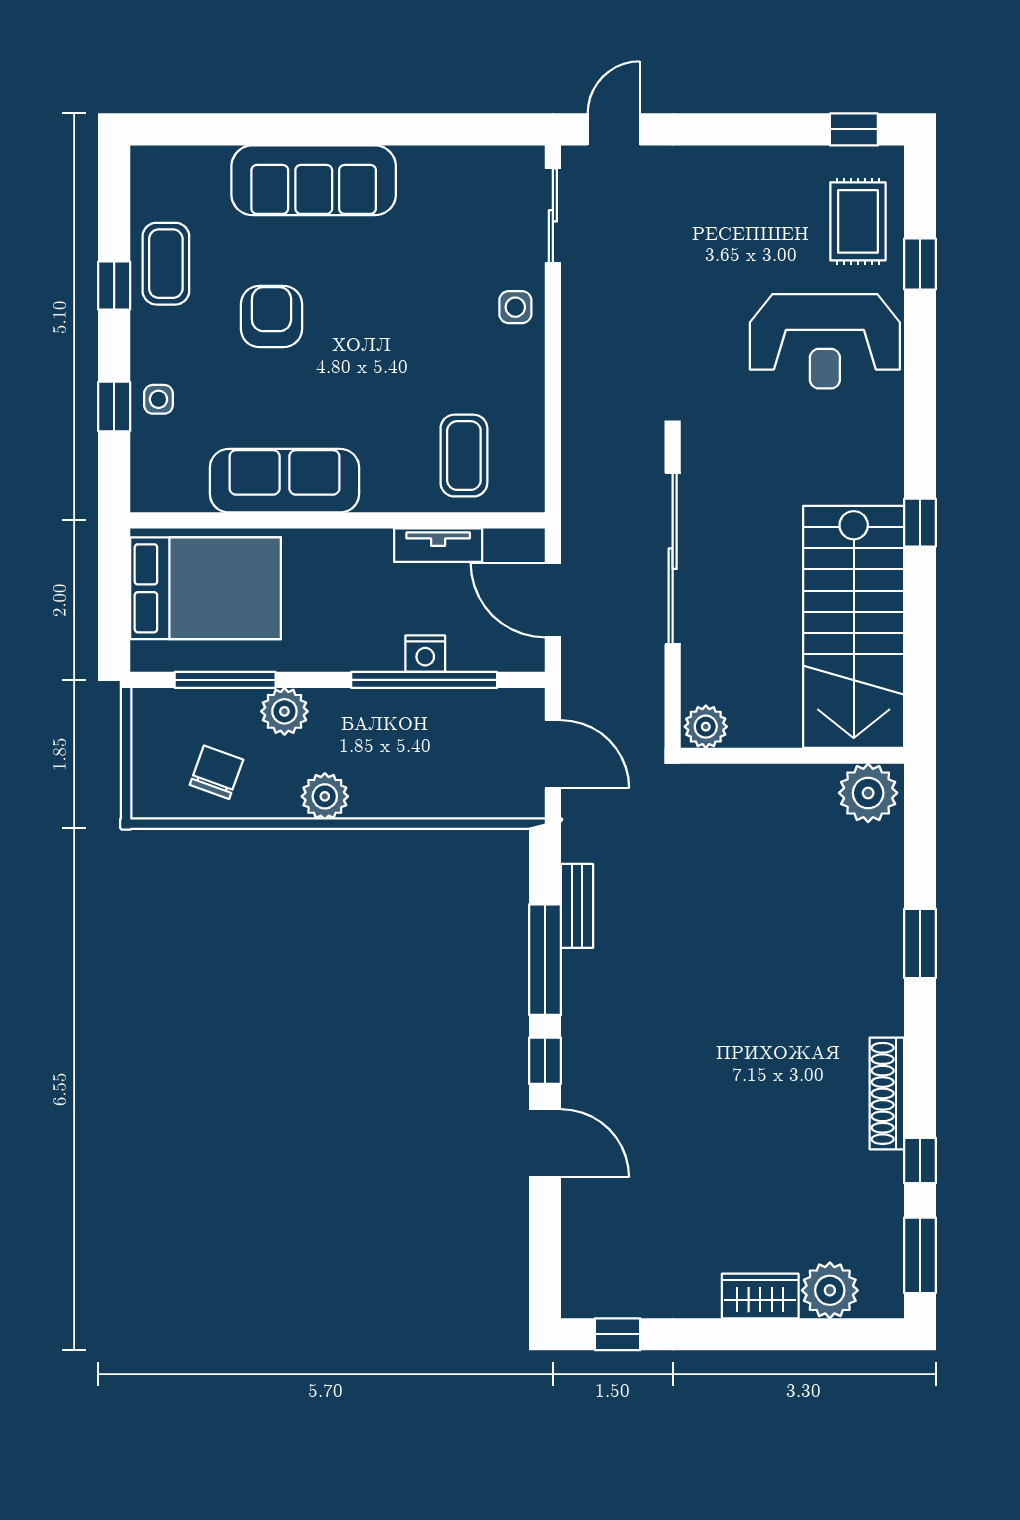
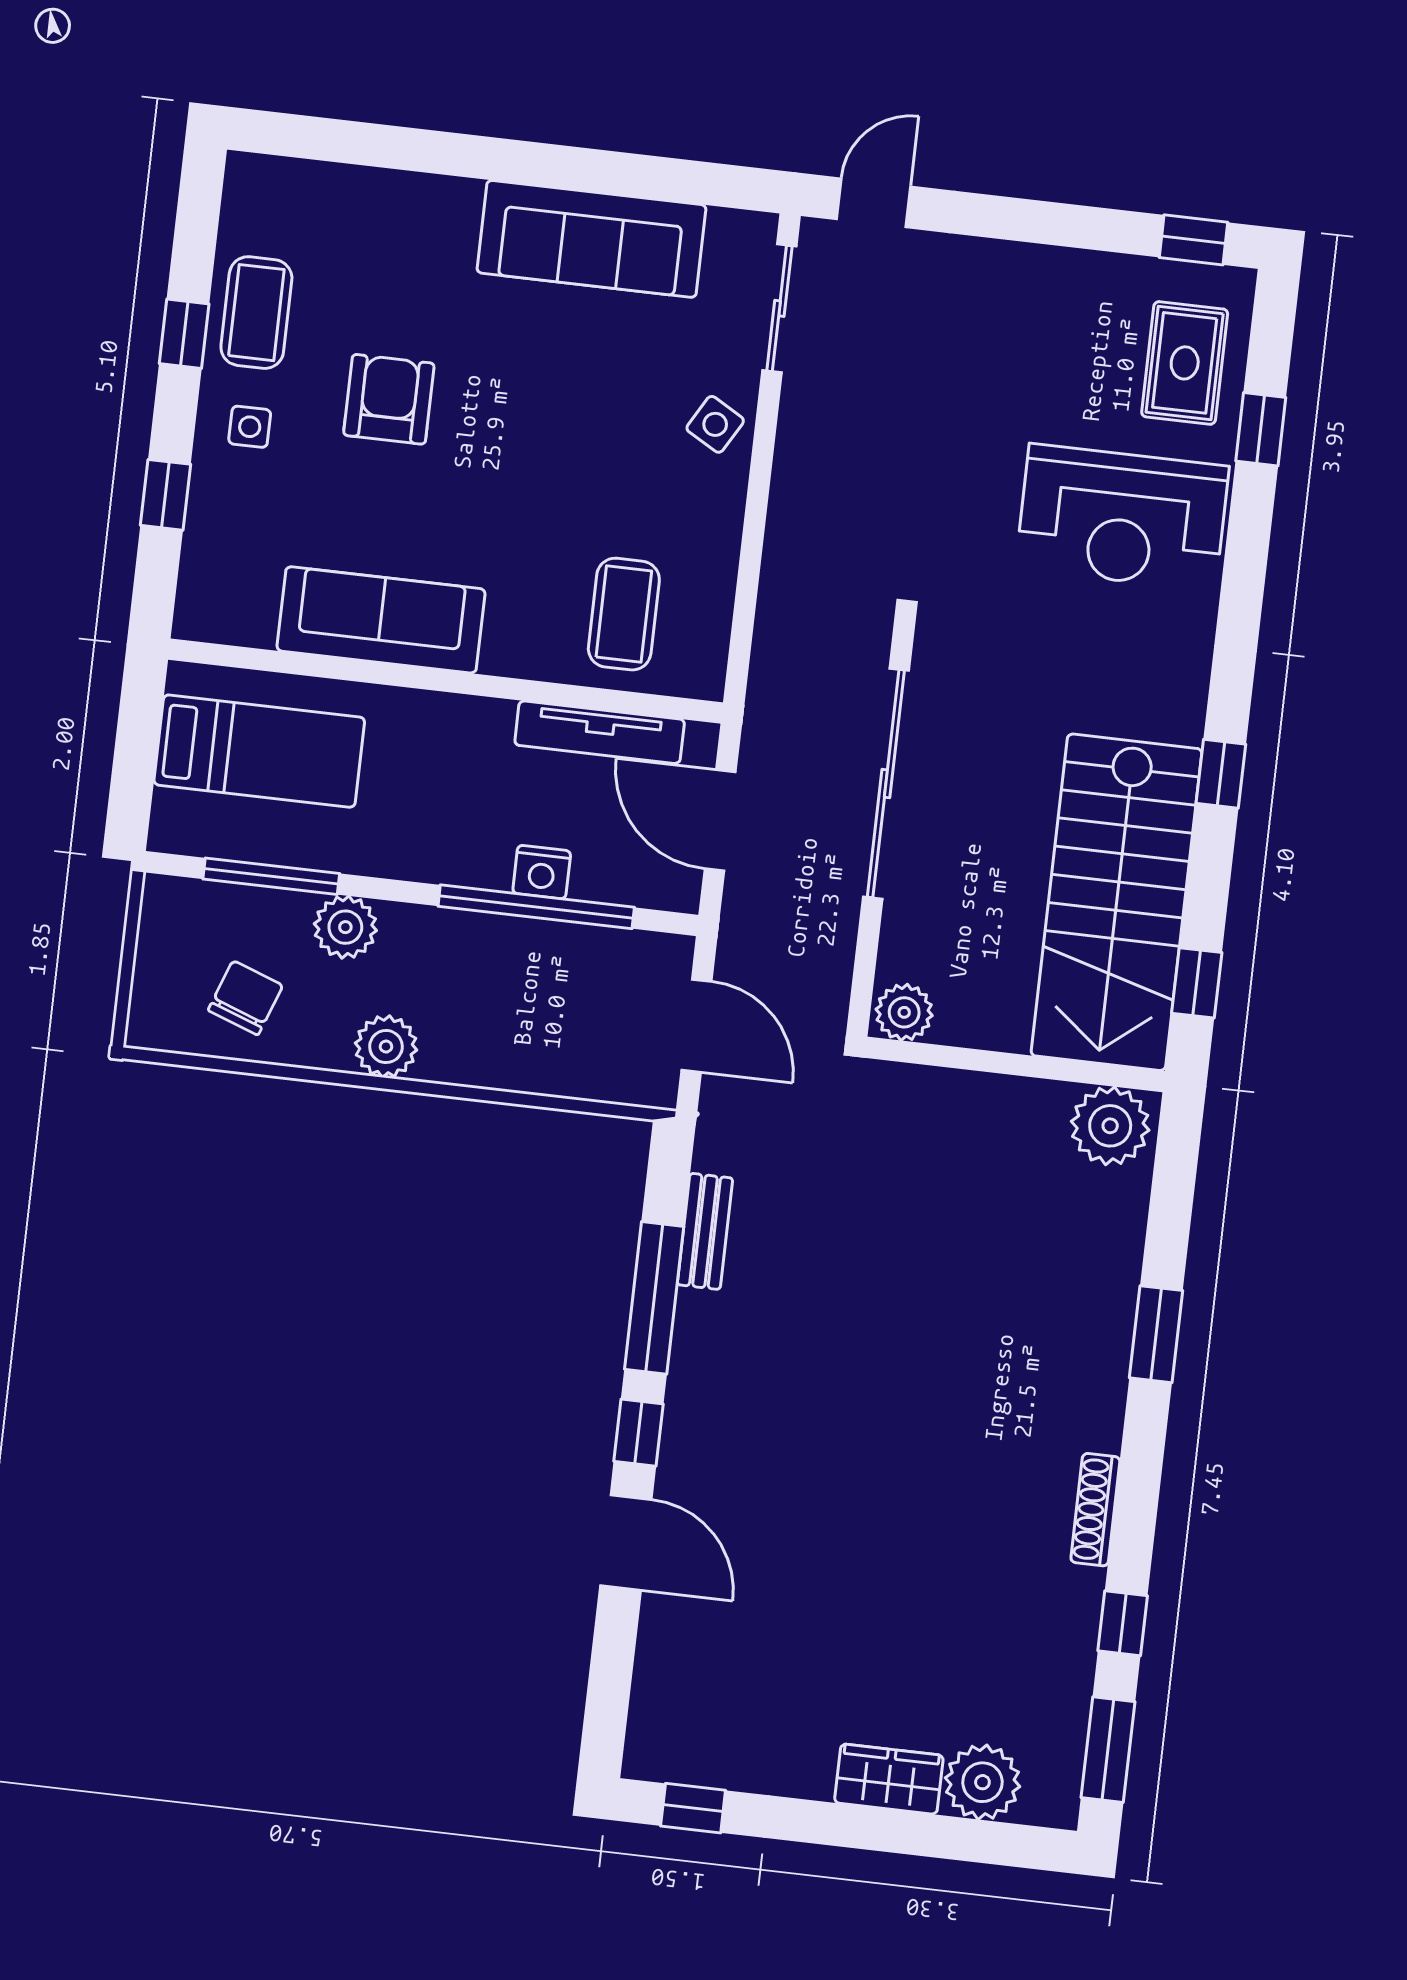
sofa: (314, 180) -> (592, 239), moved
side table: (515, 307) -> (715, 424), turned 30
side table: (158, 399) -> (250, 427), moved
tv unit: (438, 545) -> (600, 732), width x1.41
bed: (206, 588) -> (259, 751), width x0.67
window: (920, 680) -> (1197, 983), added
shoe rack: (887, 1093) -> (1095, 1510), width x0.74, depth x0.81

